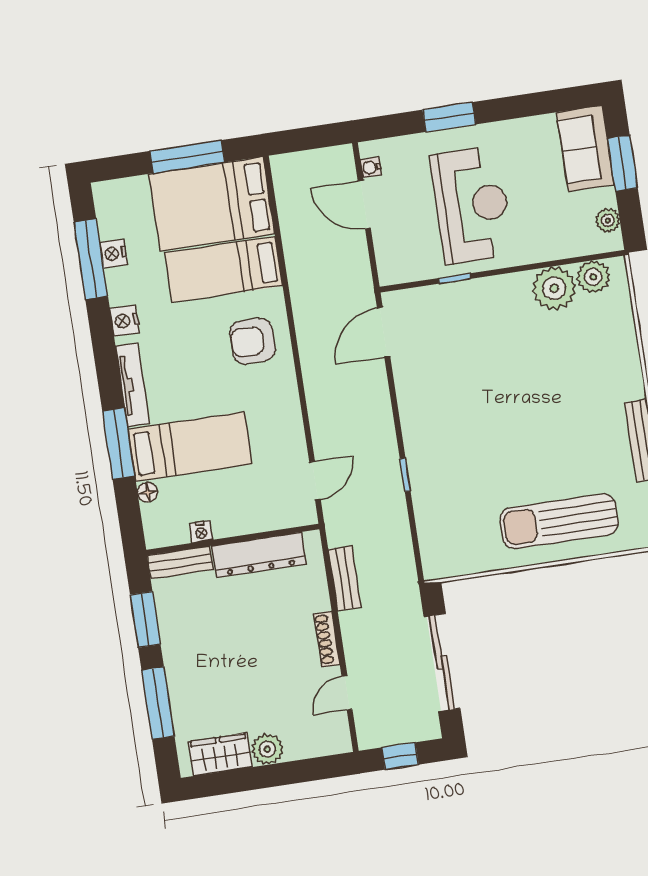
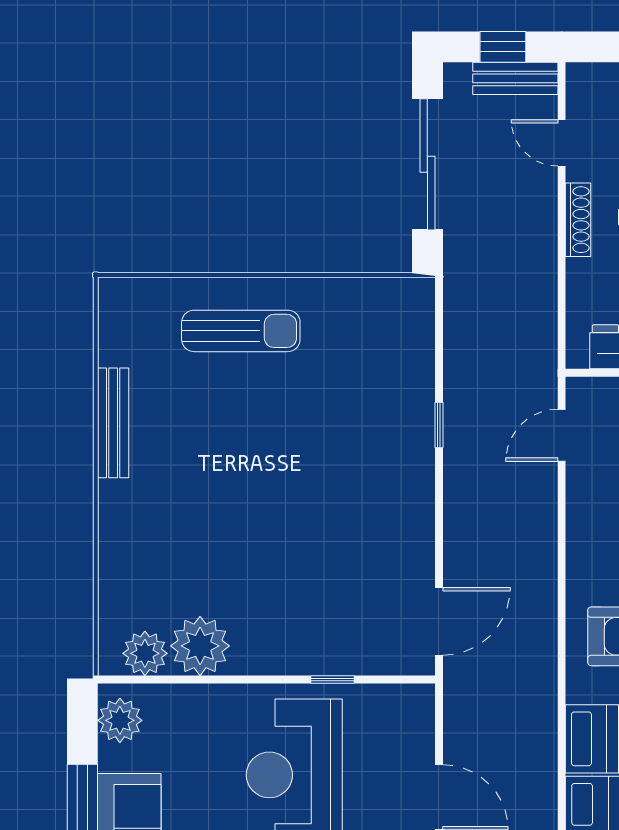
plant: (608, 220) -> (120, 720), width x1.38, depth x1.38
sun lounger: (559, 521) -> (241, 331), width x0.73, depth x0.75
bench: (345, 578) -> (515, 78), moved, turned 90
door: (347, 693) -> (562, 143), swing flipped

